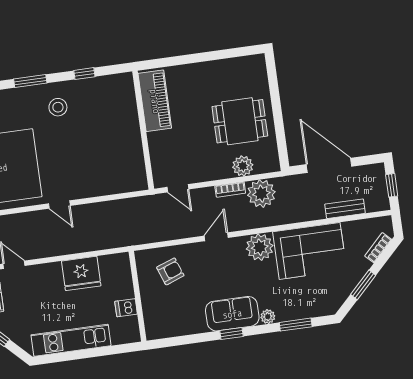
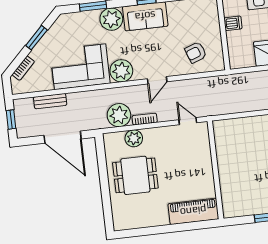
piano: (155, 101) -> (193, 211), moved, turned 90
plant: (268, 317) -> (111, 19), width x1.88, depth x1.88

